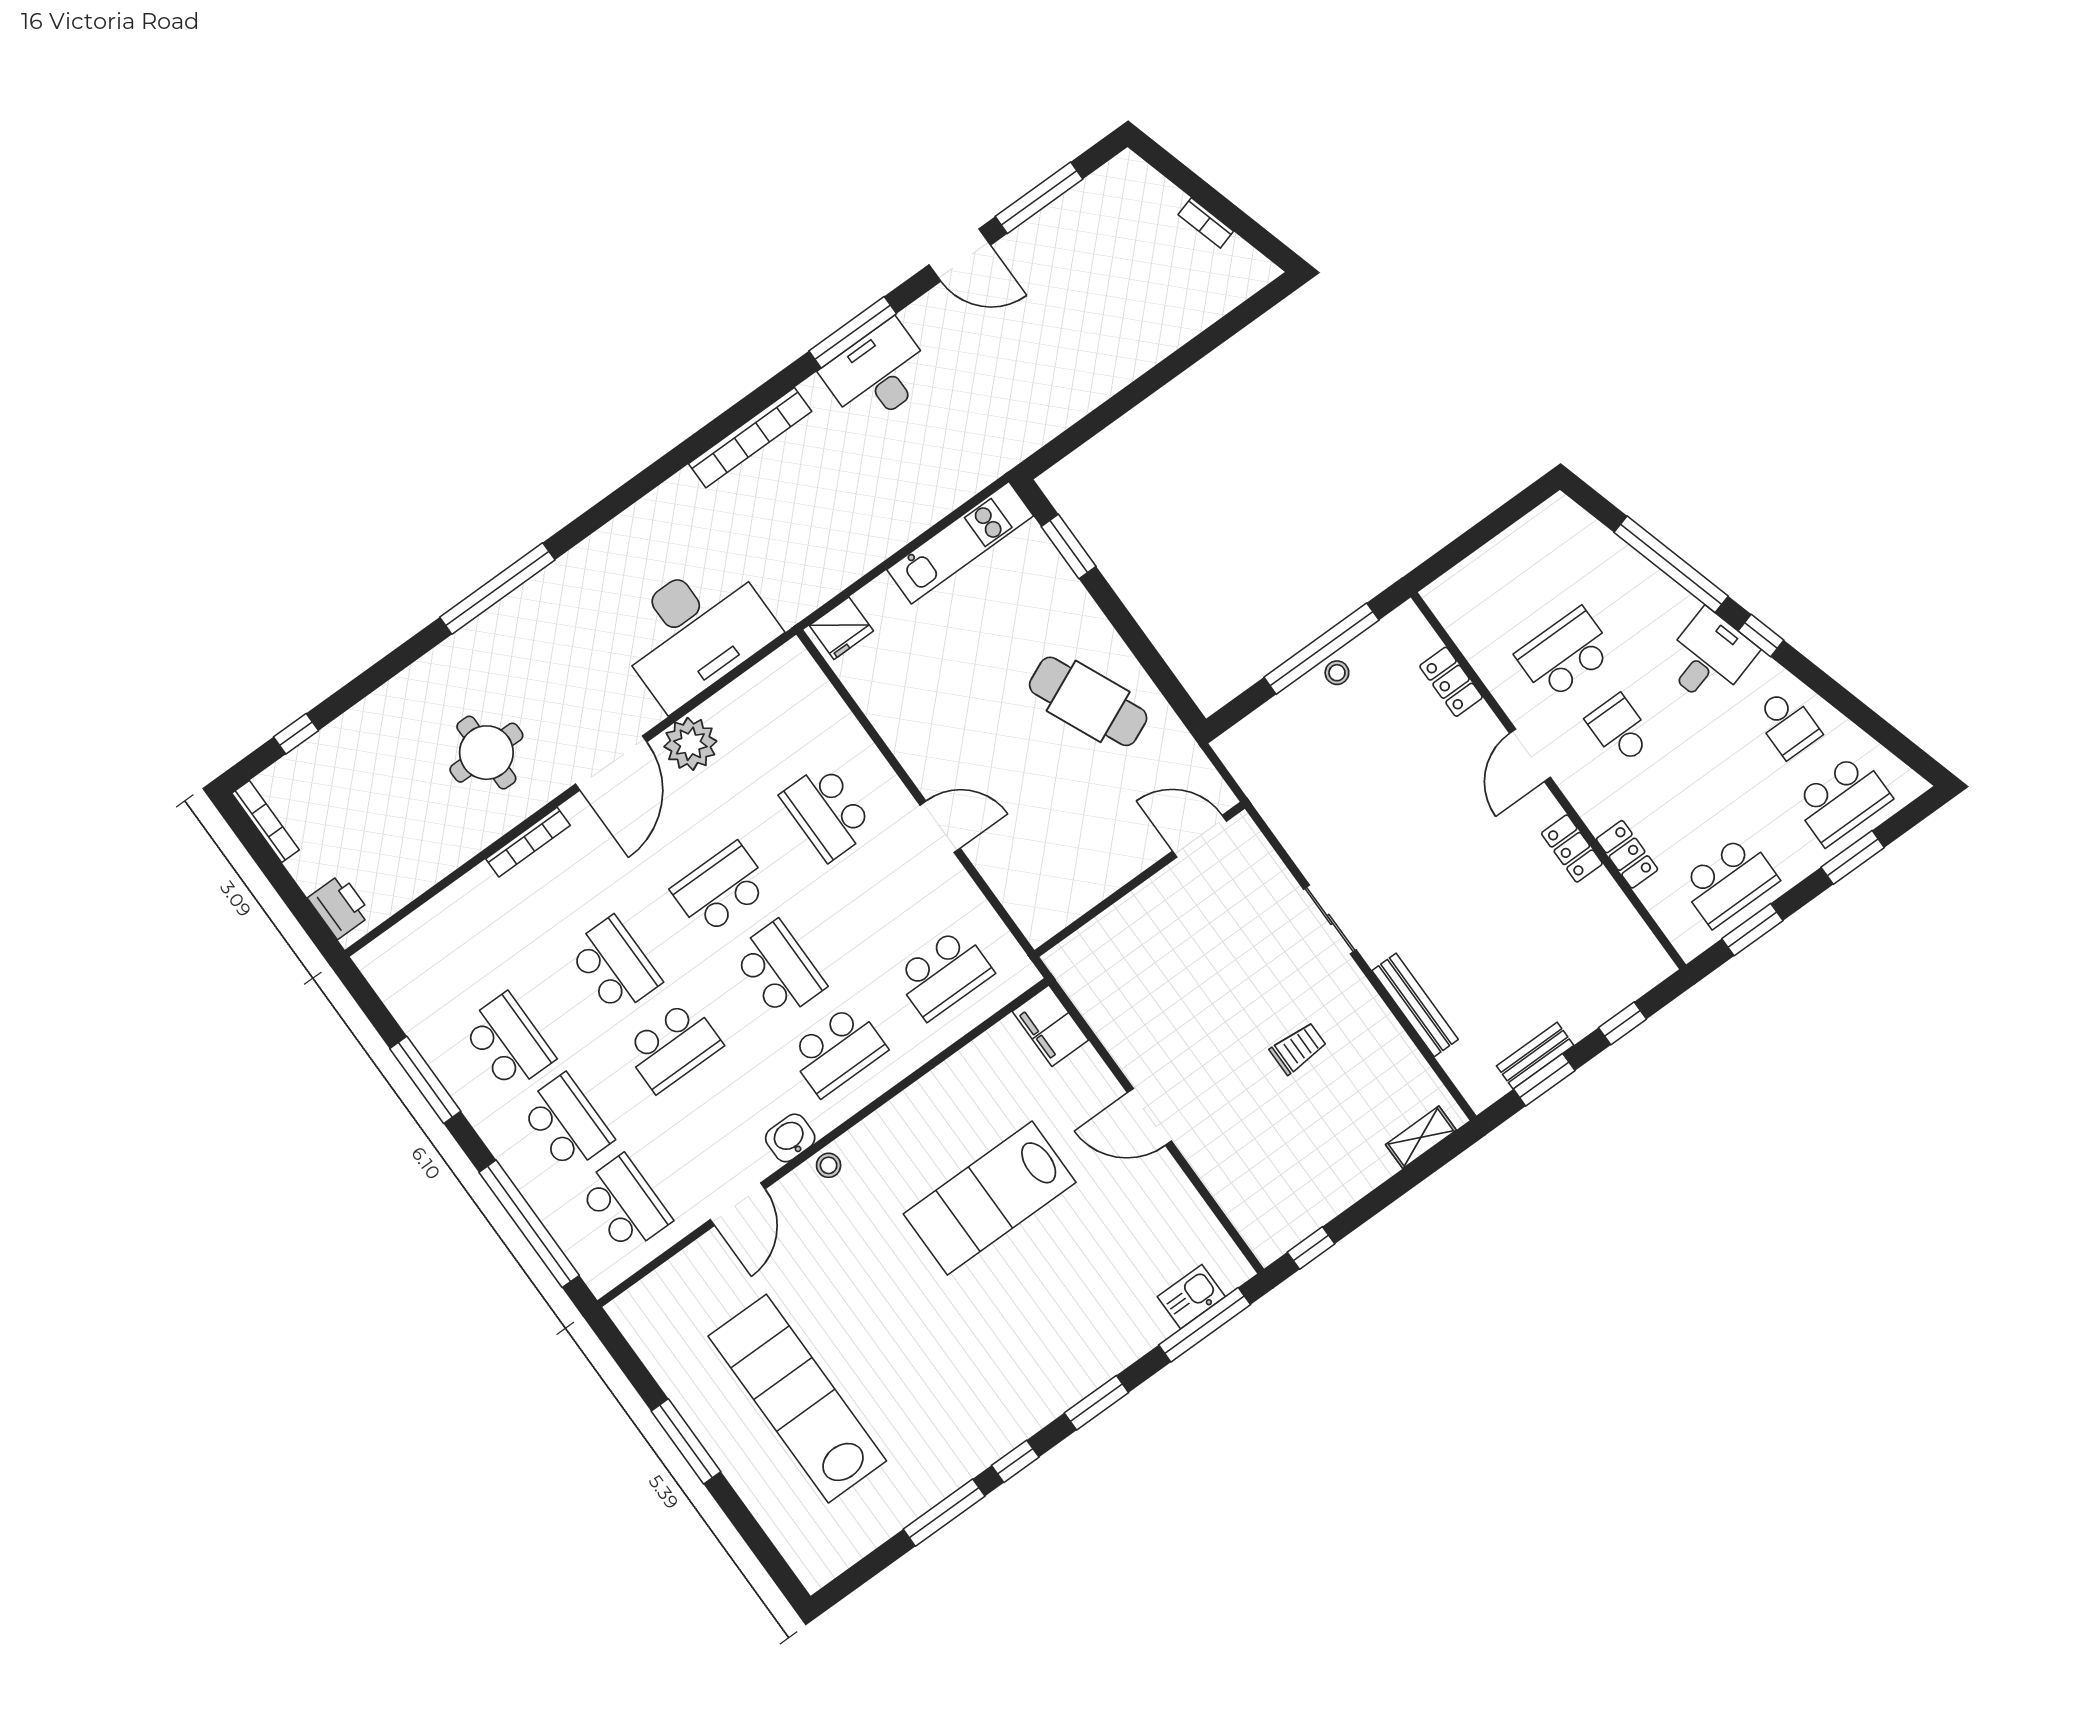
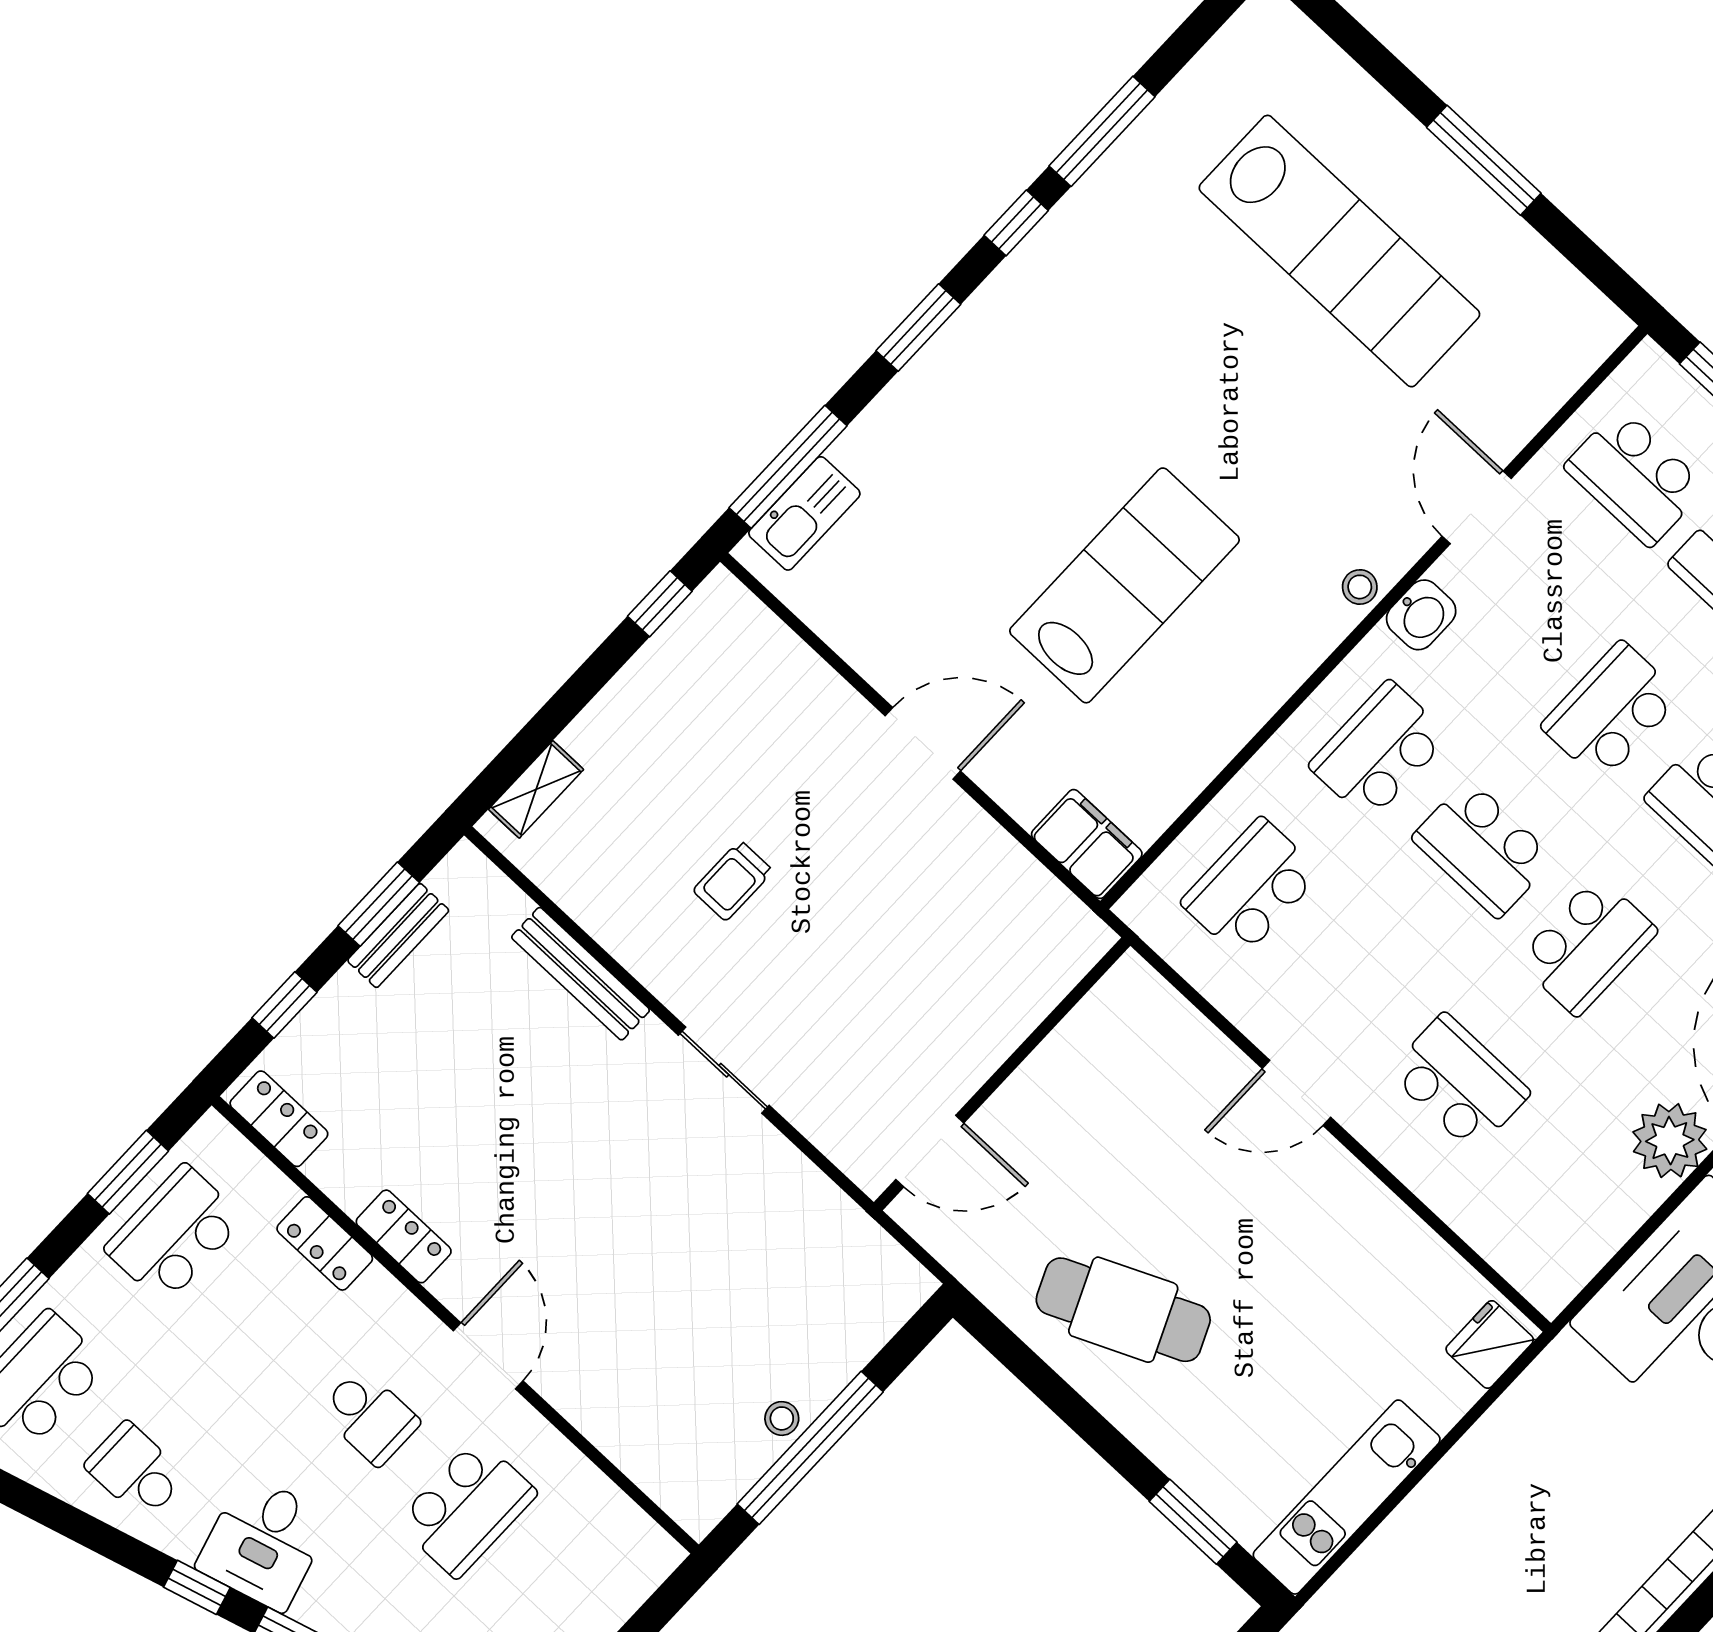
locker: (1451, 682) -> (279, 1119), moved
kitchen sink: (1191, 1297) -> (804, 513), width x1.38

